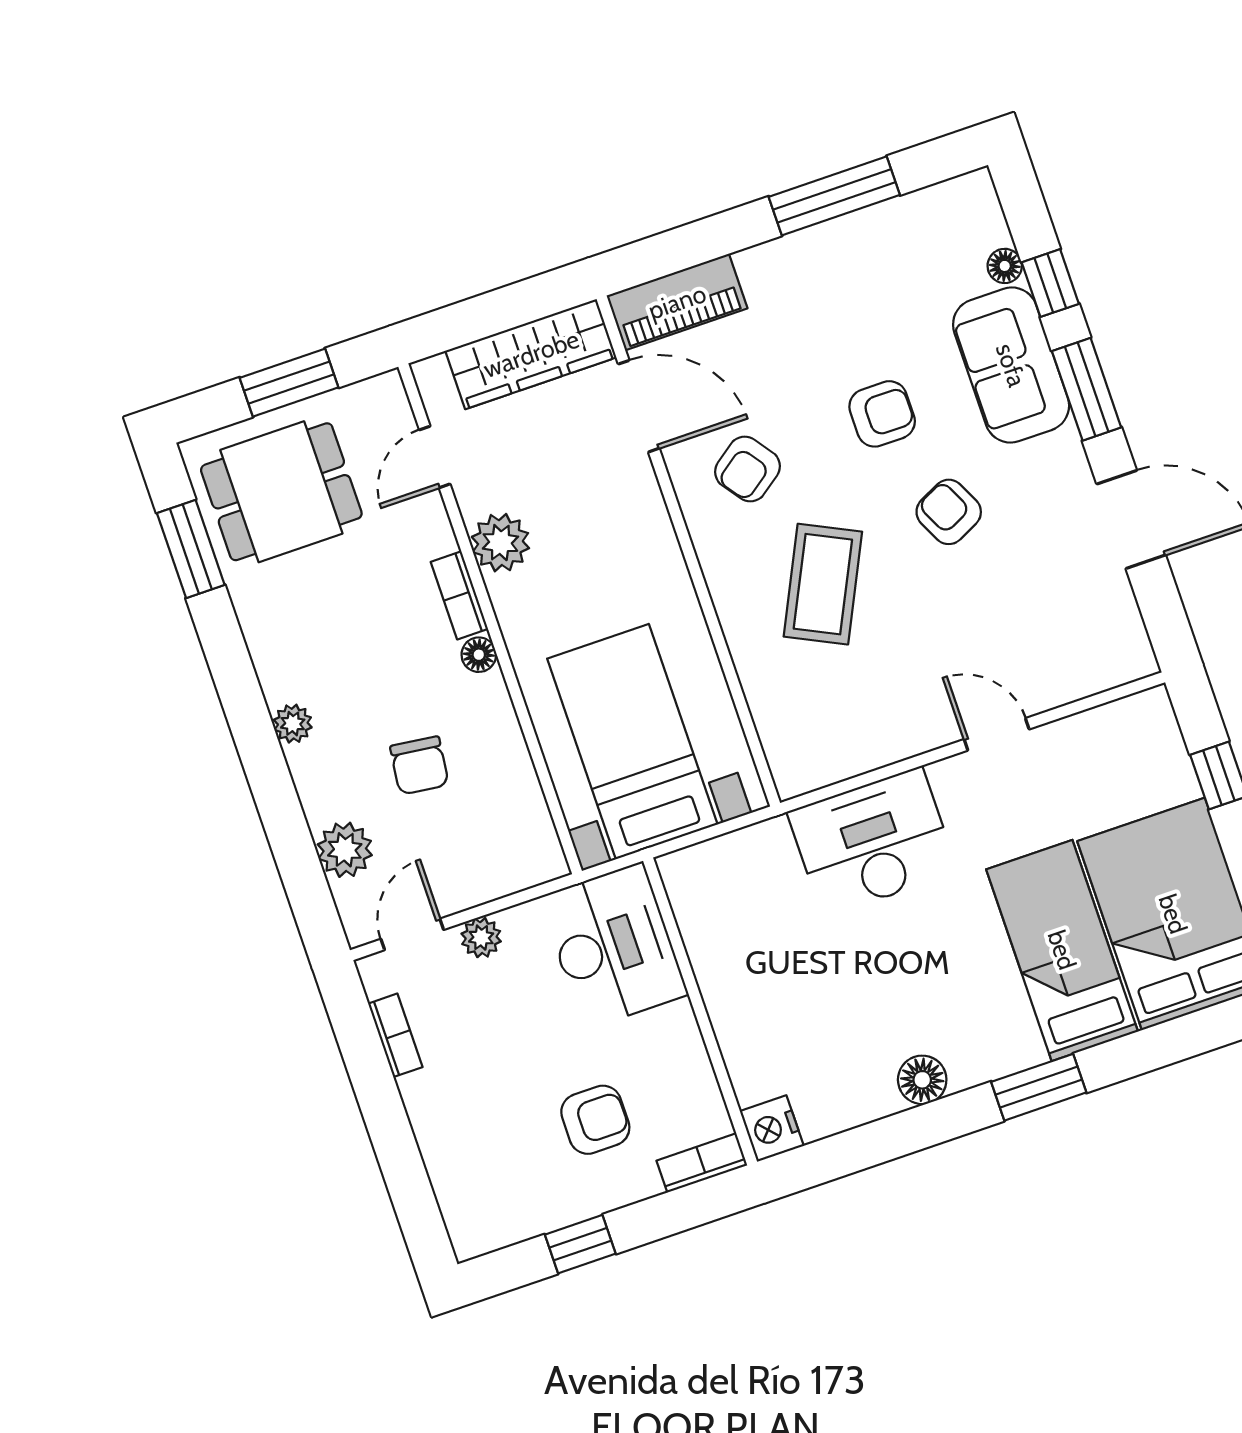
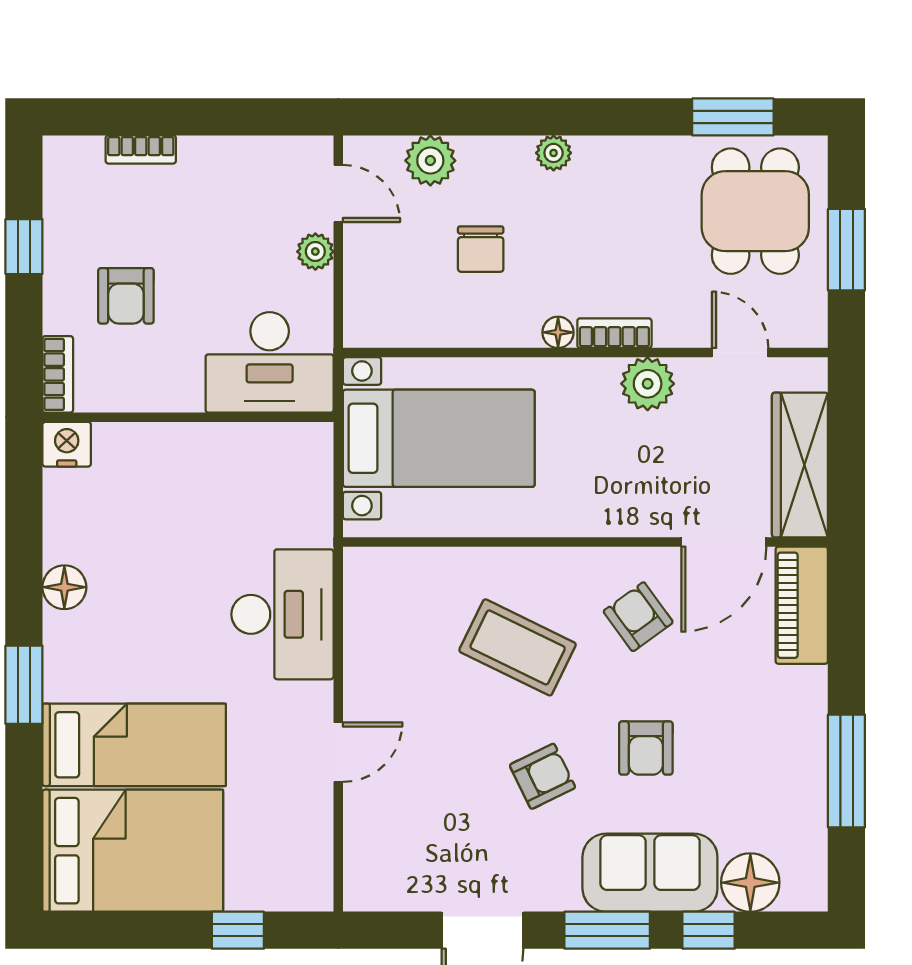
floor lamp: (1005, 266) -> (750, 883), width x1.89, depth x1.89
chair: (419, 765) -> (481, 249), turned -97
bookcase: (395, 1035) -> (141, 149), moved

